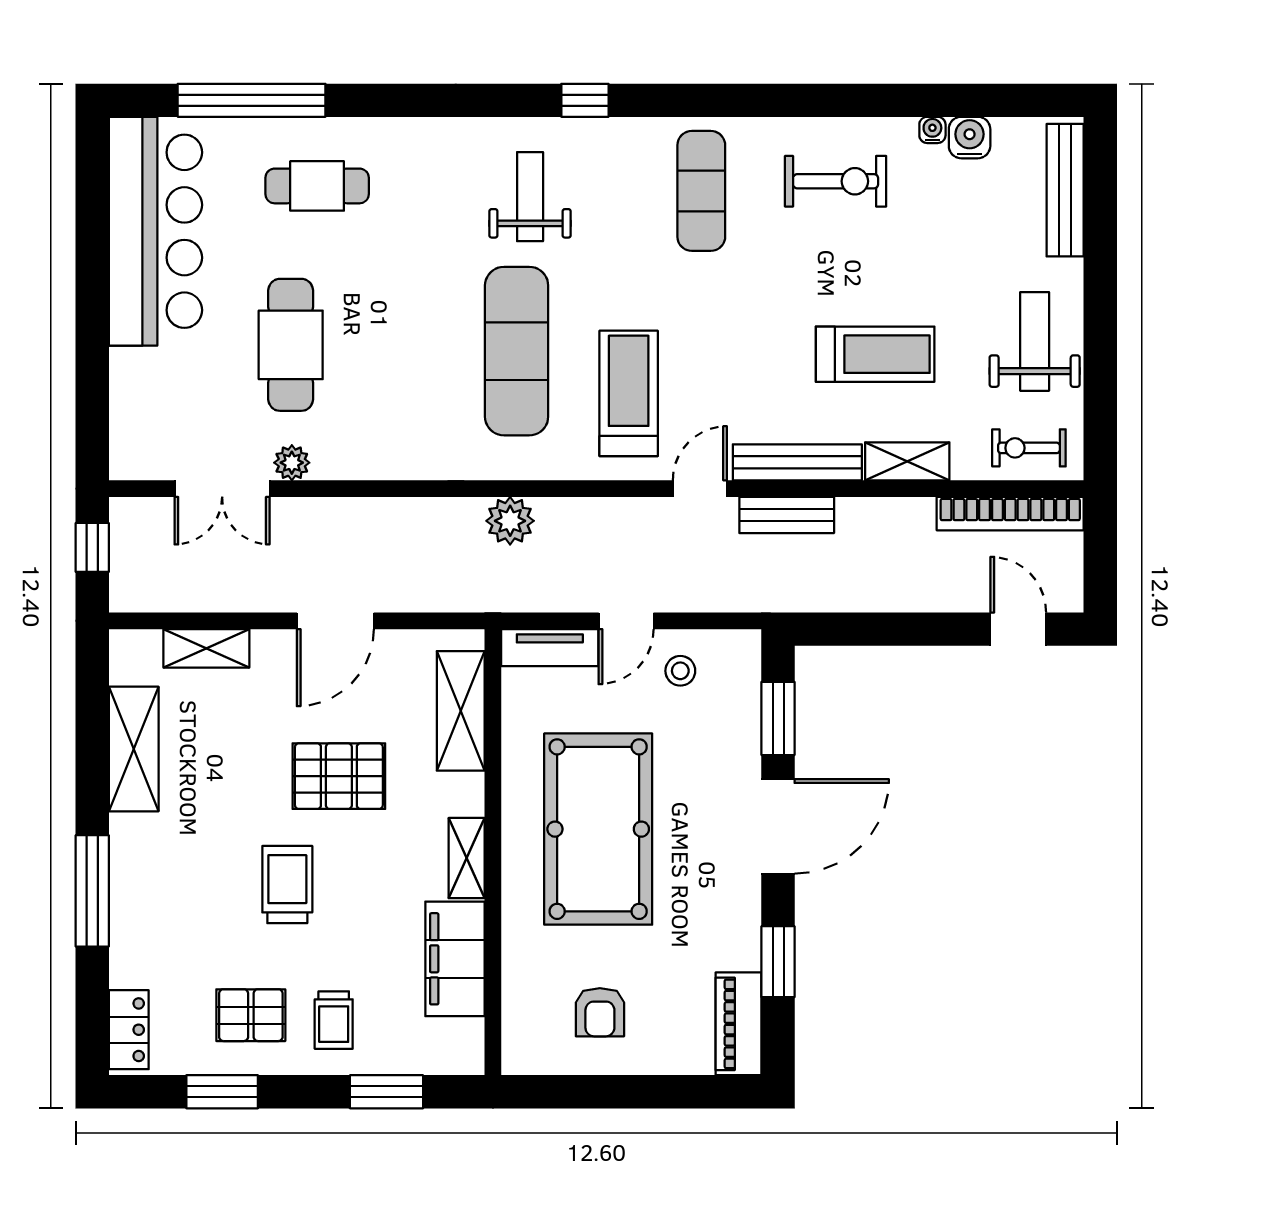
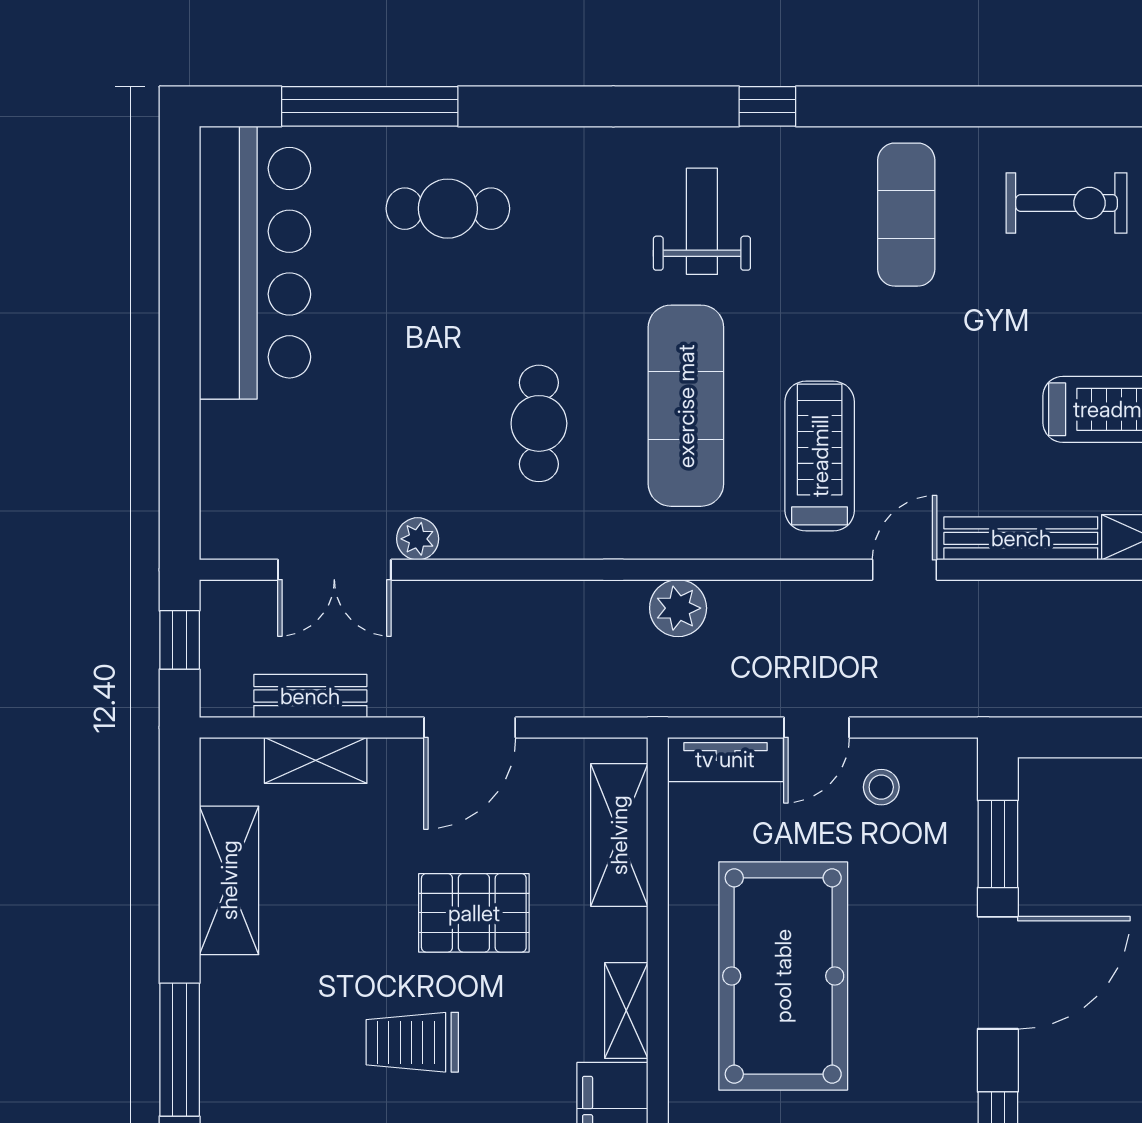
cafe table: (291, 345) -> (539, 423), moved, width x0.73, depth x0.74
bench: (787, 515) -> (310, 696), moved
trolley: (287, 885) -> (412, 1042), turned -90

